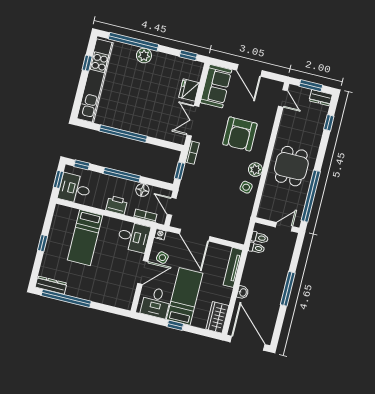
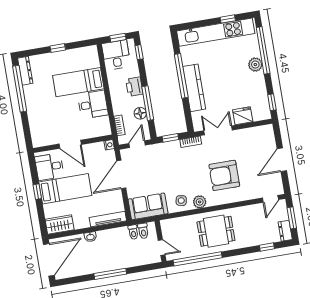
sofa: (216, 86) -> (148, 206), moved, turned 180
kitchen counter: (141, 126) -> (194, 88), added
window: (122, 175) -> (148, 103), moved
printer: (117, 205) -> (134, 87), moved, turned 180
desk: (134, 237) -> (93, 105), moved, turned -90
side table: (162, 258) -> (90, 155), removed

